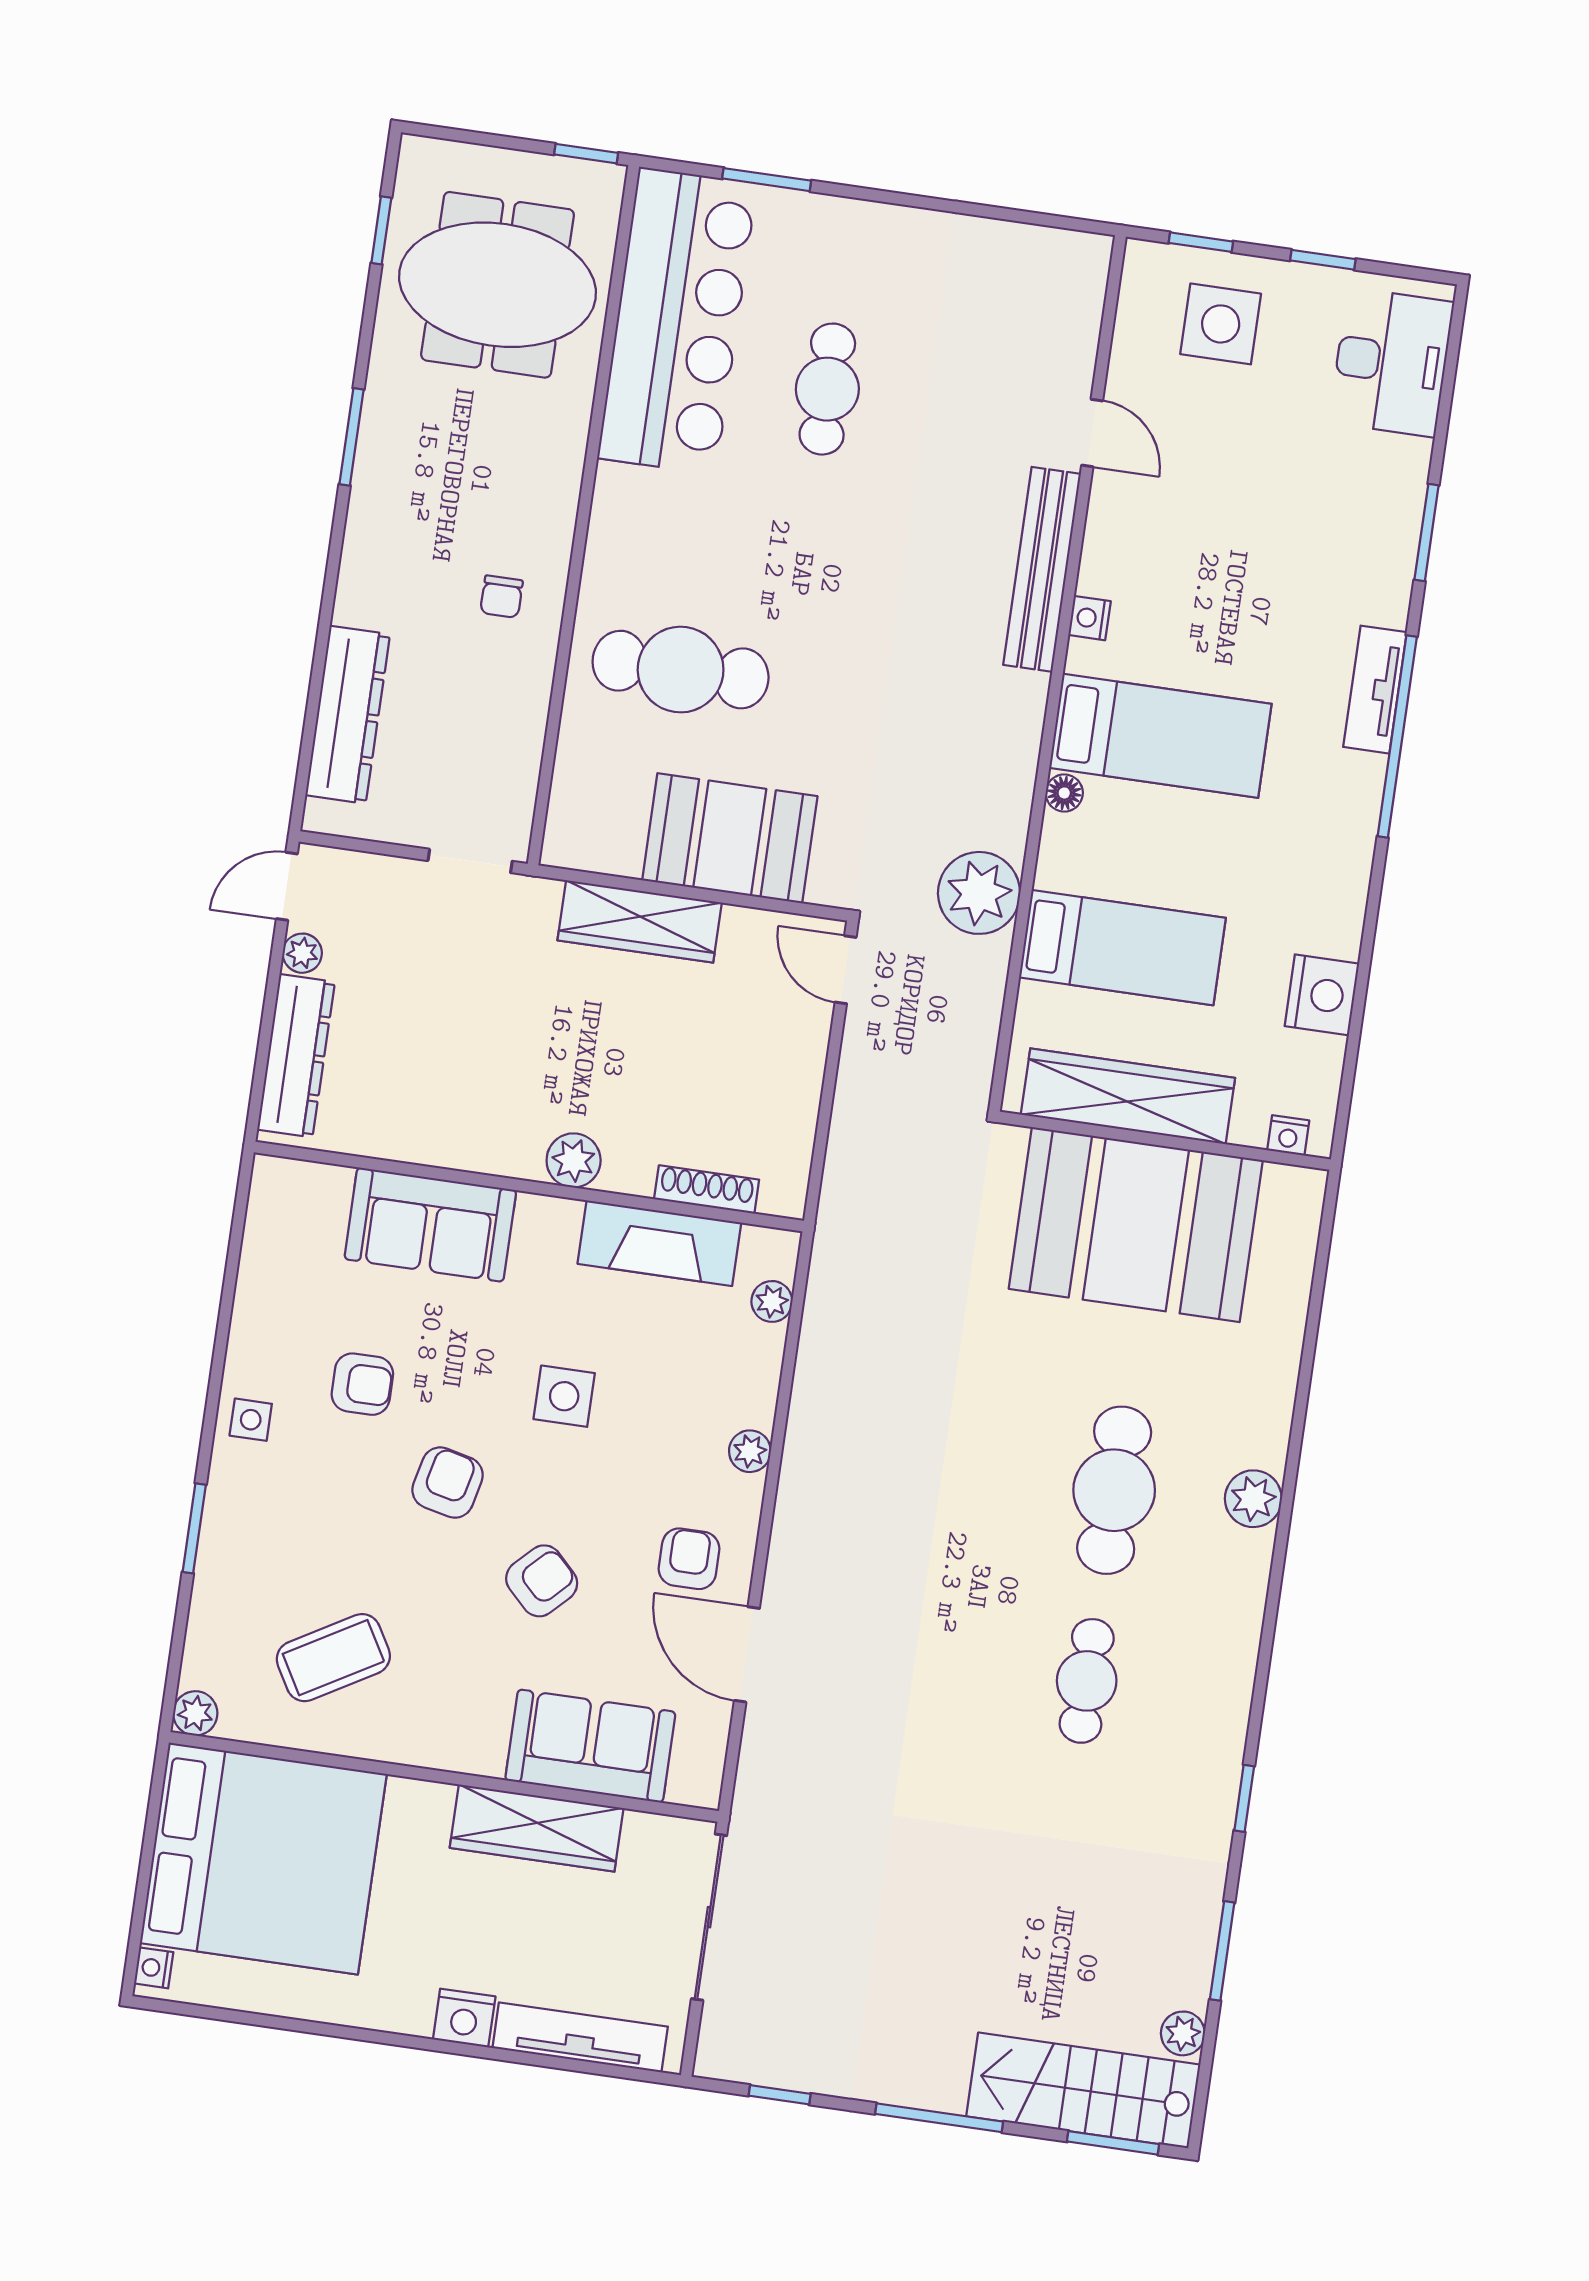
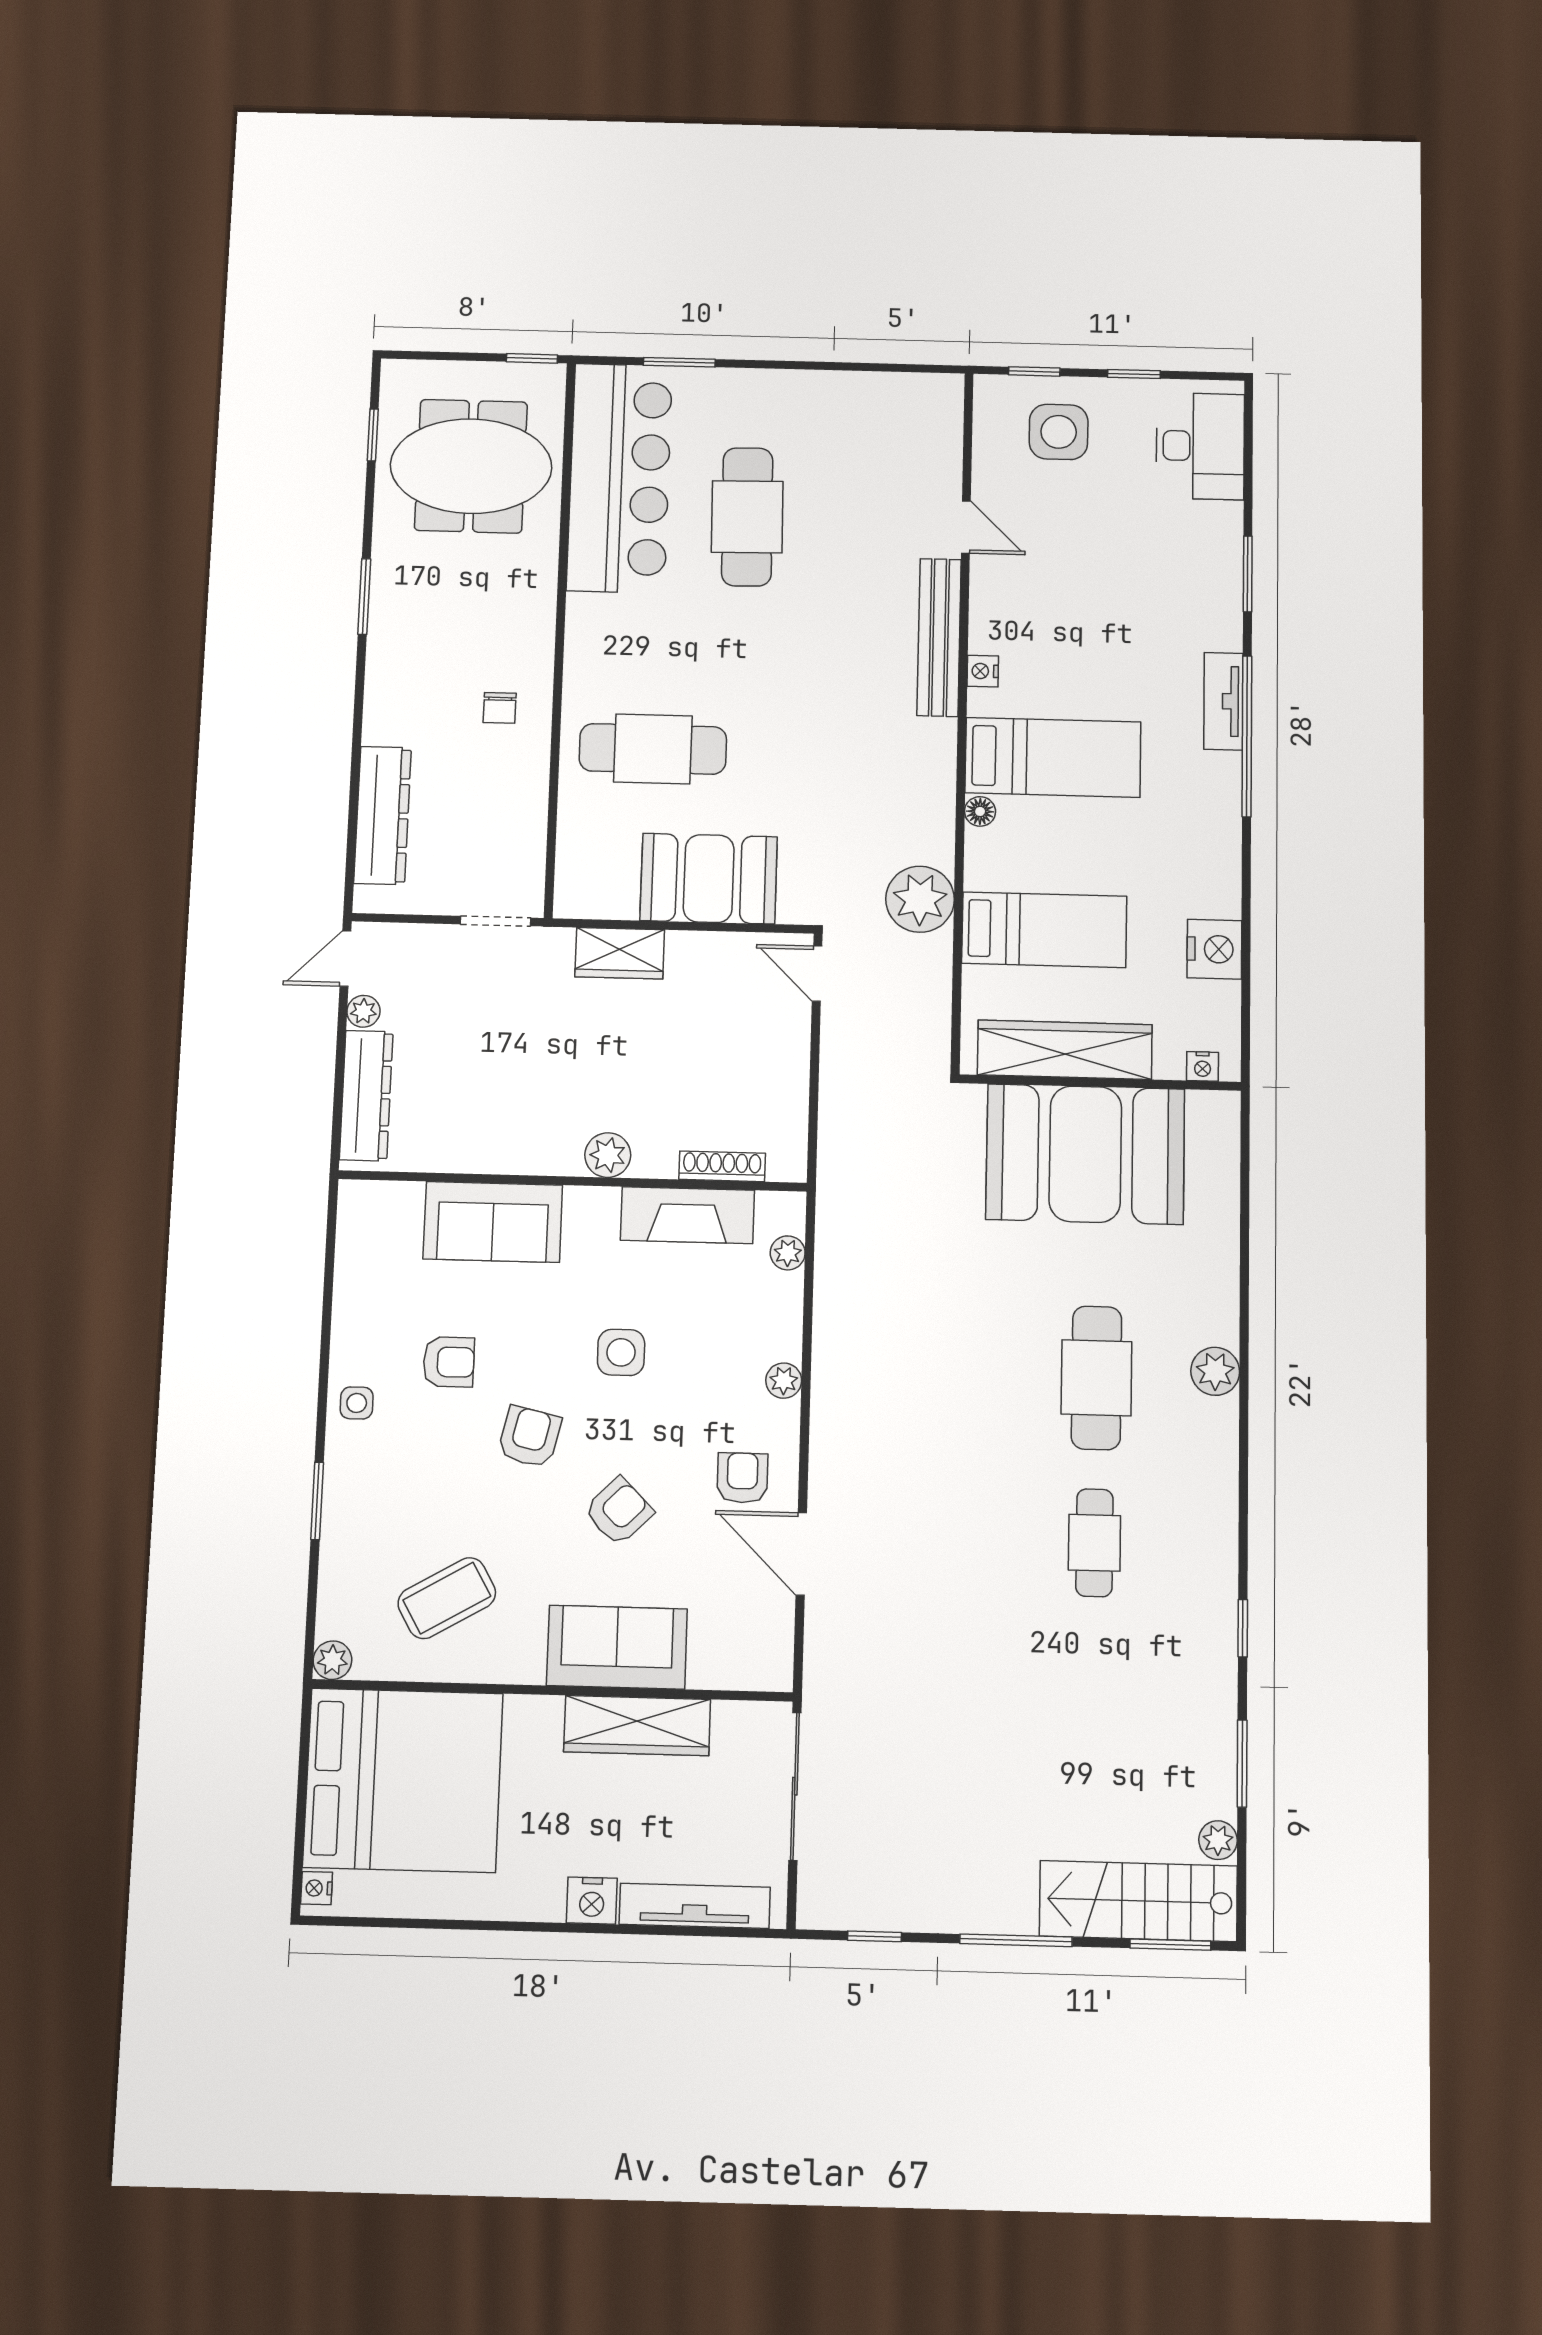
cafe table: (827, 389) -> (747, 517), width x1.37, depth x1.35
wardrobe: (640, 921) -> (620, 953), width x0.67
sofa: (590, 1746) -> (617, 1647), moved

